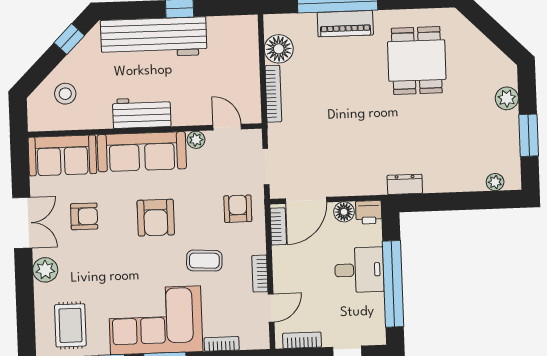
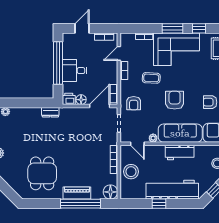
floor lamp: (279, 49) -> (110, 192), moved
stool: (238, 71) -> (131, 172), added

